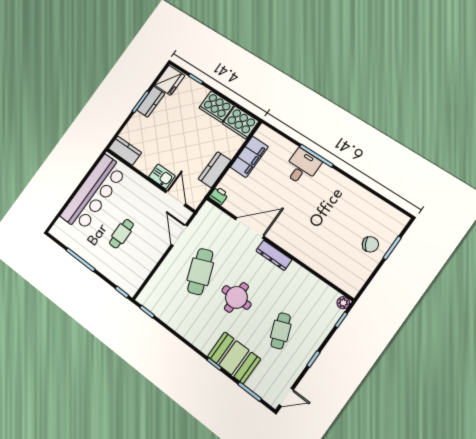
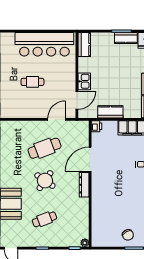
door: (250, 228) -> (90, 159), swing flipped
round table: (236, 297) -> (45, 181), turned 35

